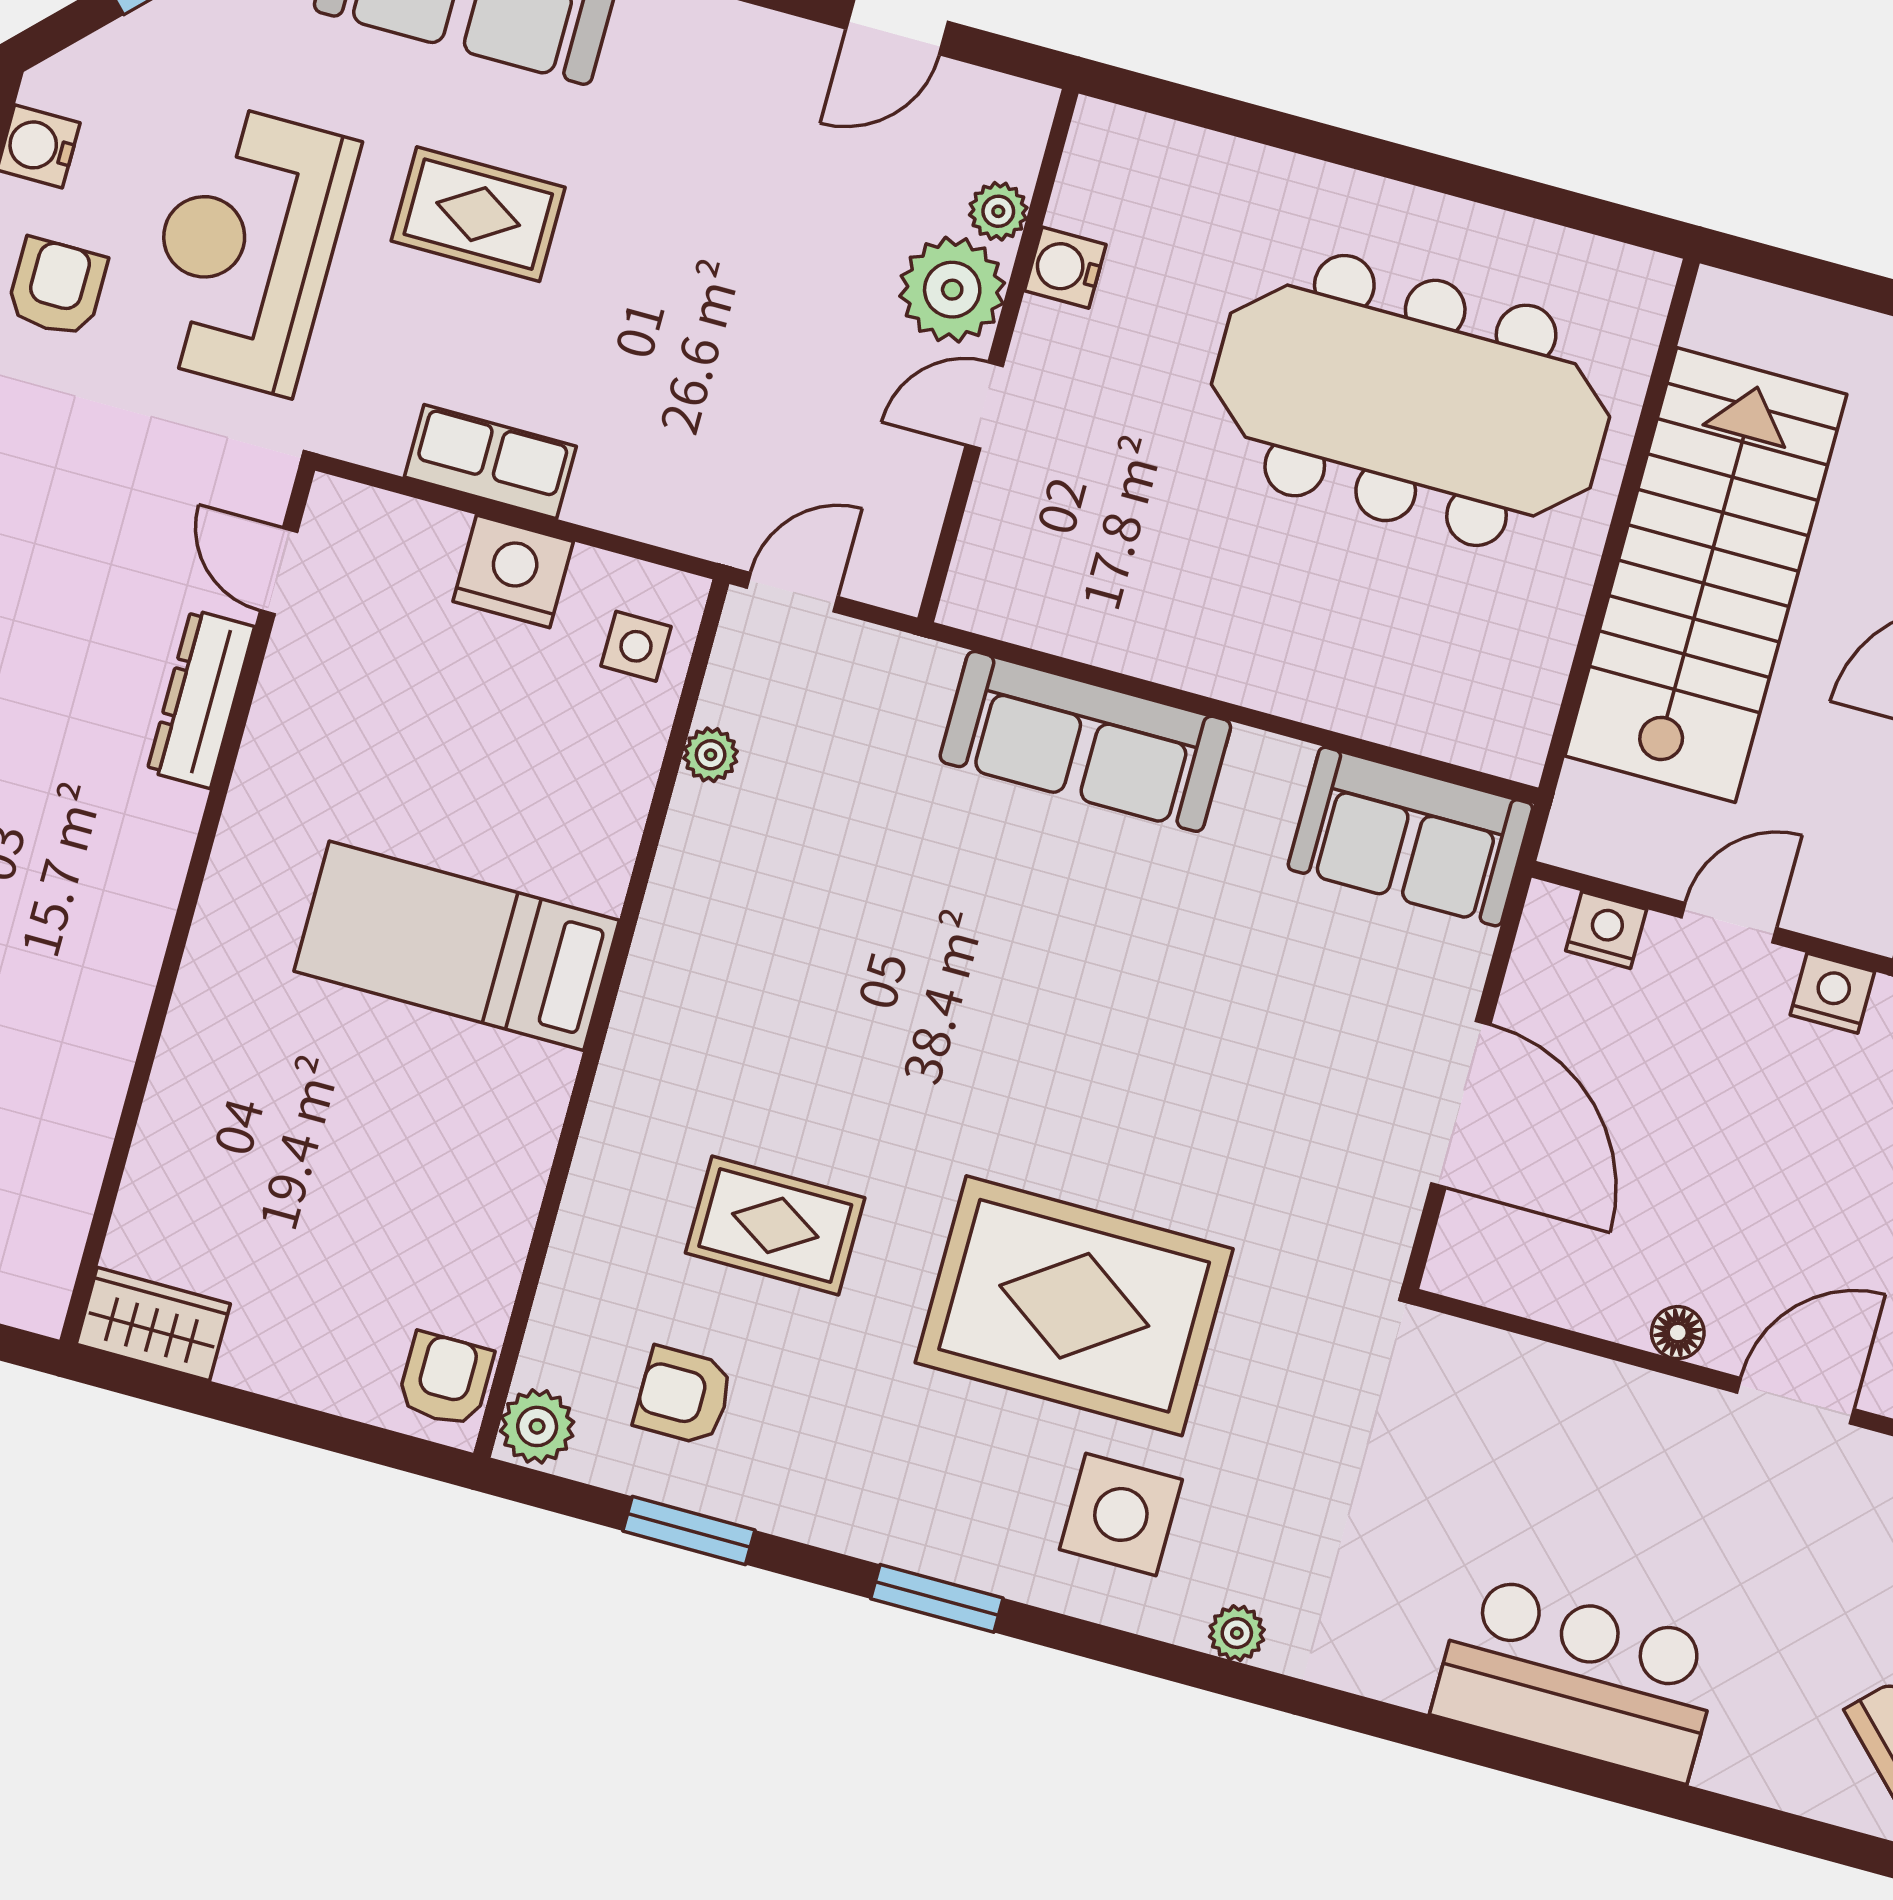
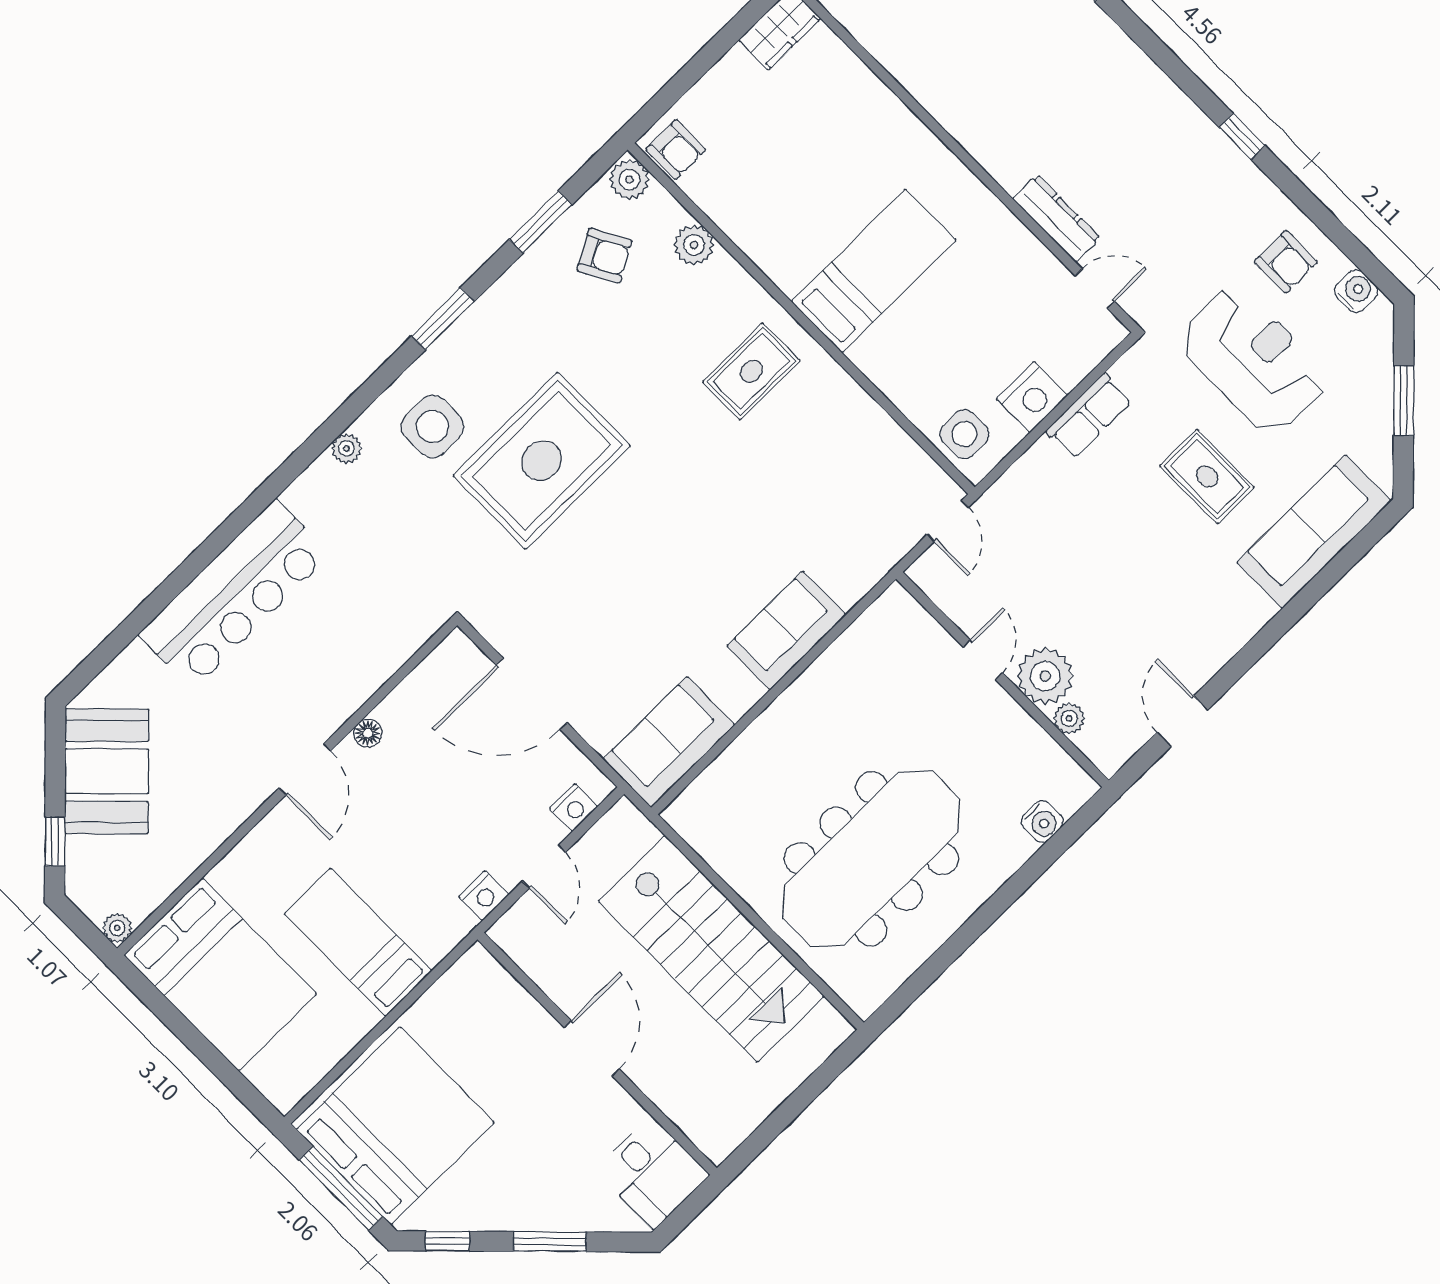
rug: (478, 214) -> (1207, 477), turned 90
water cooler: (1065, 268) -> (1042, 822), moved, turned 90
side table: (636, 646) -> (964, 434), width x1.37, depth x1.37
sofa: (1085, 741) -> (786, 630), width x0.73
plant: (711, 755) -> (694, 245), moved, width x1.38, depth x1.38
rug: (775, 1225) -> (751, 371), moved
armchair: (684, 1396) -> (604, 256), turned 61
bar counter: (1578, 1678) -> (234, 594), width x1.36

